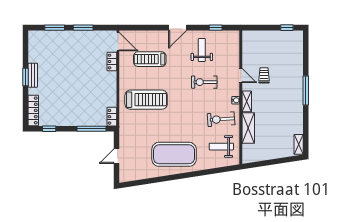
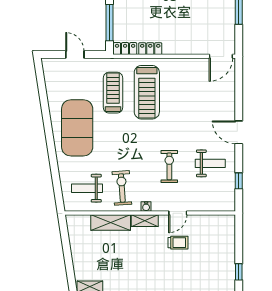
treadmill: (150, 59) -> (113, 93), moved
locker: (112, 62) -> (150, 49), moved
weight bench: (221, 147) -> (87, 188), turned -90

